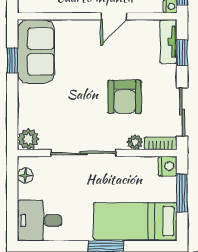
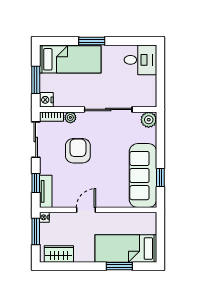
sofa: (36, 52) -> (143, 176), width x1.36
floor lamp: (25, 175) -> (151, 93), removed

